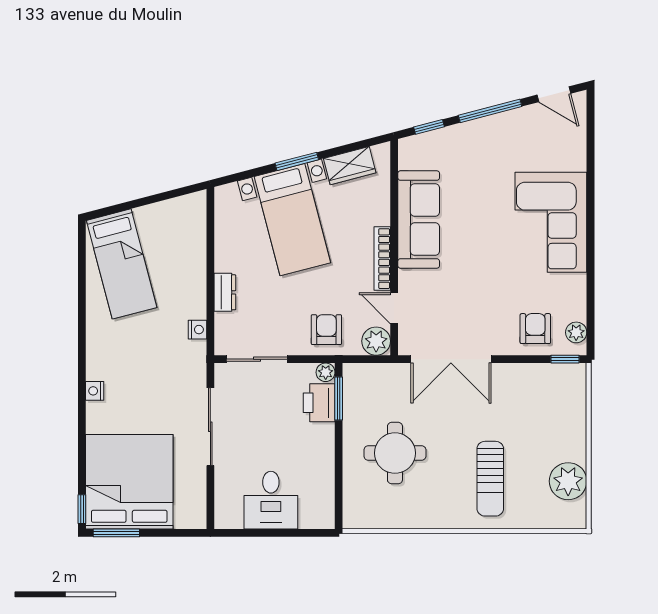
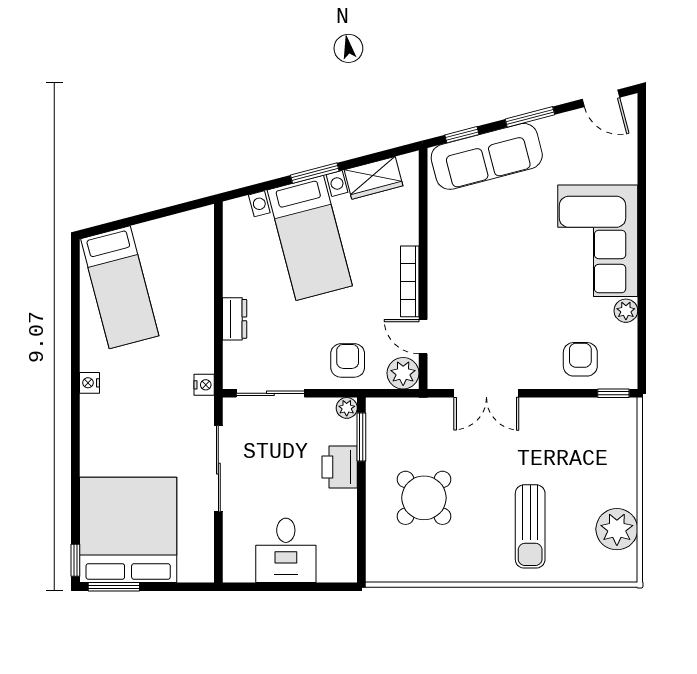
window: (490, 111) -> (530, 117), width x0.69
sofa: (419, 219) -> (487, 156), moved, turned 75
nightstand: (198, 330) -> (204, 385), moved
plant: (576, 332) -> (626, 311), moved
double door: (451, 359) -> (486, 393), width x0.73
nightstand: (95, 391) -> (90, 383), moved
printer: (319, 403) -> (340, 467), moved
round table: (395, 453) -> (424, 498), turned 45

